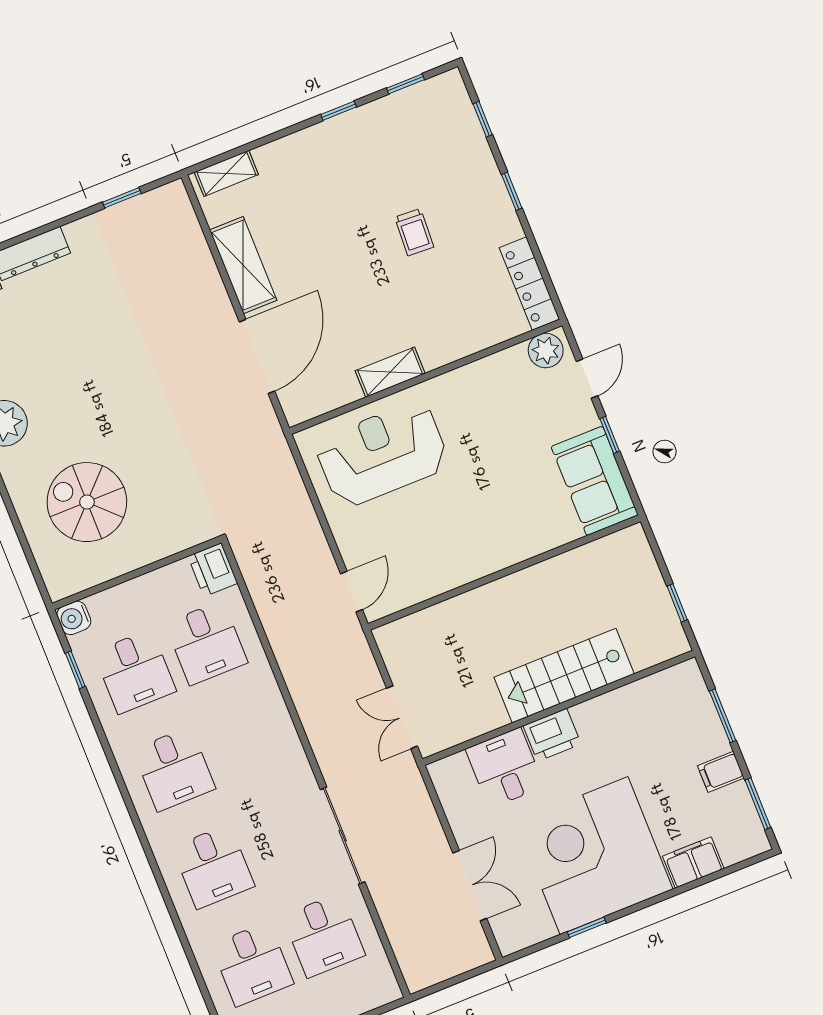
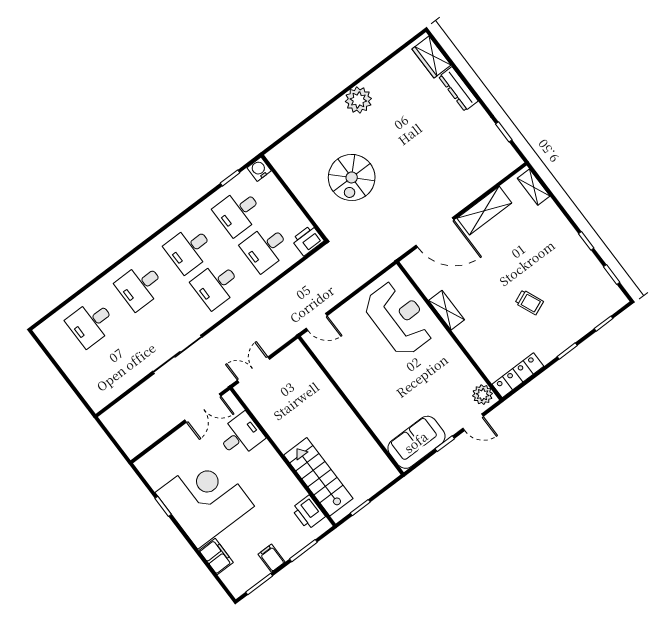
trolley: (414, 232) -> (529, 302), turned -116
spiral stairs: (87, 502) -> (352, 177), moved, turned 180
stairs: (564, 676) -> (318, 477), moved
printer: (552, 735) -> (308, 512), moved
double door: (470, 886) -> (203, 408), moved
desk: (324, 935) -> (216, 285), moved

